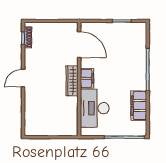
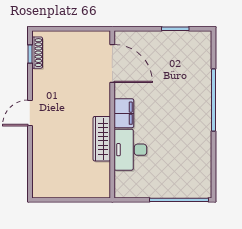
wardrobe: (72, 81) -> (102, 139), moved
filing cabinet: (139, 106) -> (200, 153), removed
desk: (95, 108) -> (130, 150), width x0.73, depth x0.77

